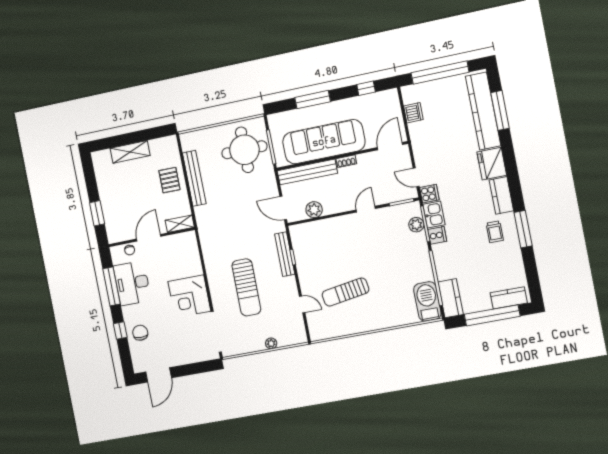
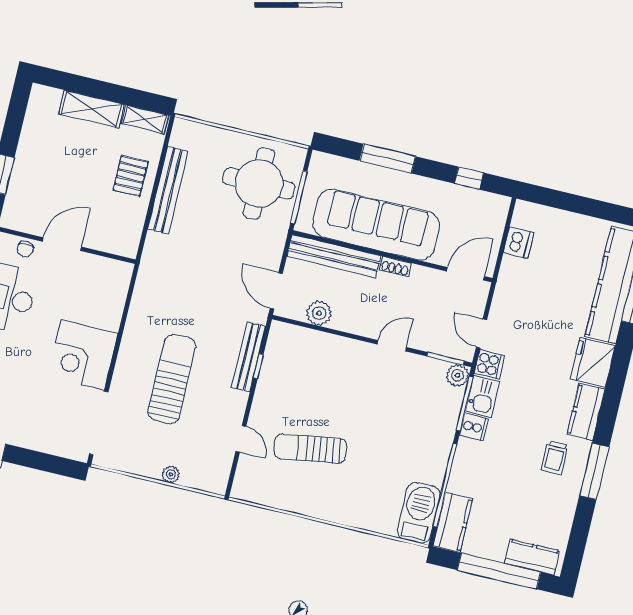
window: (440, 72) -> (580, 205), removed
shelving: (180, 224) -> (145, 119), moved
plant: (416, 225) -> (458, 375), moved
sun lounger: (246, 287) -> (172, 379), turned 180

